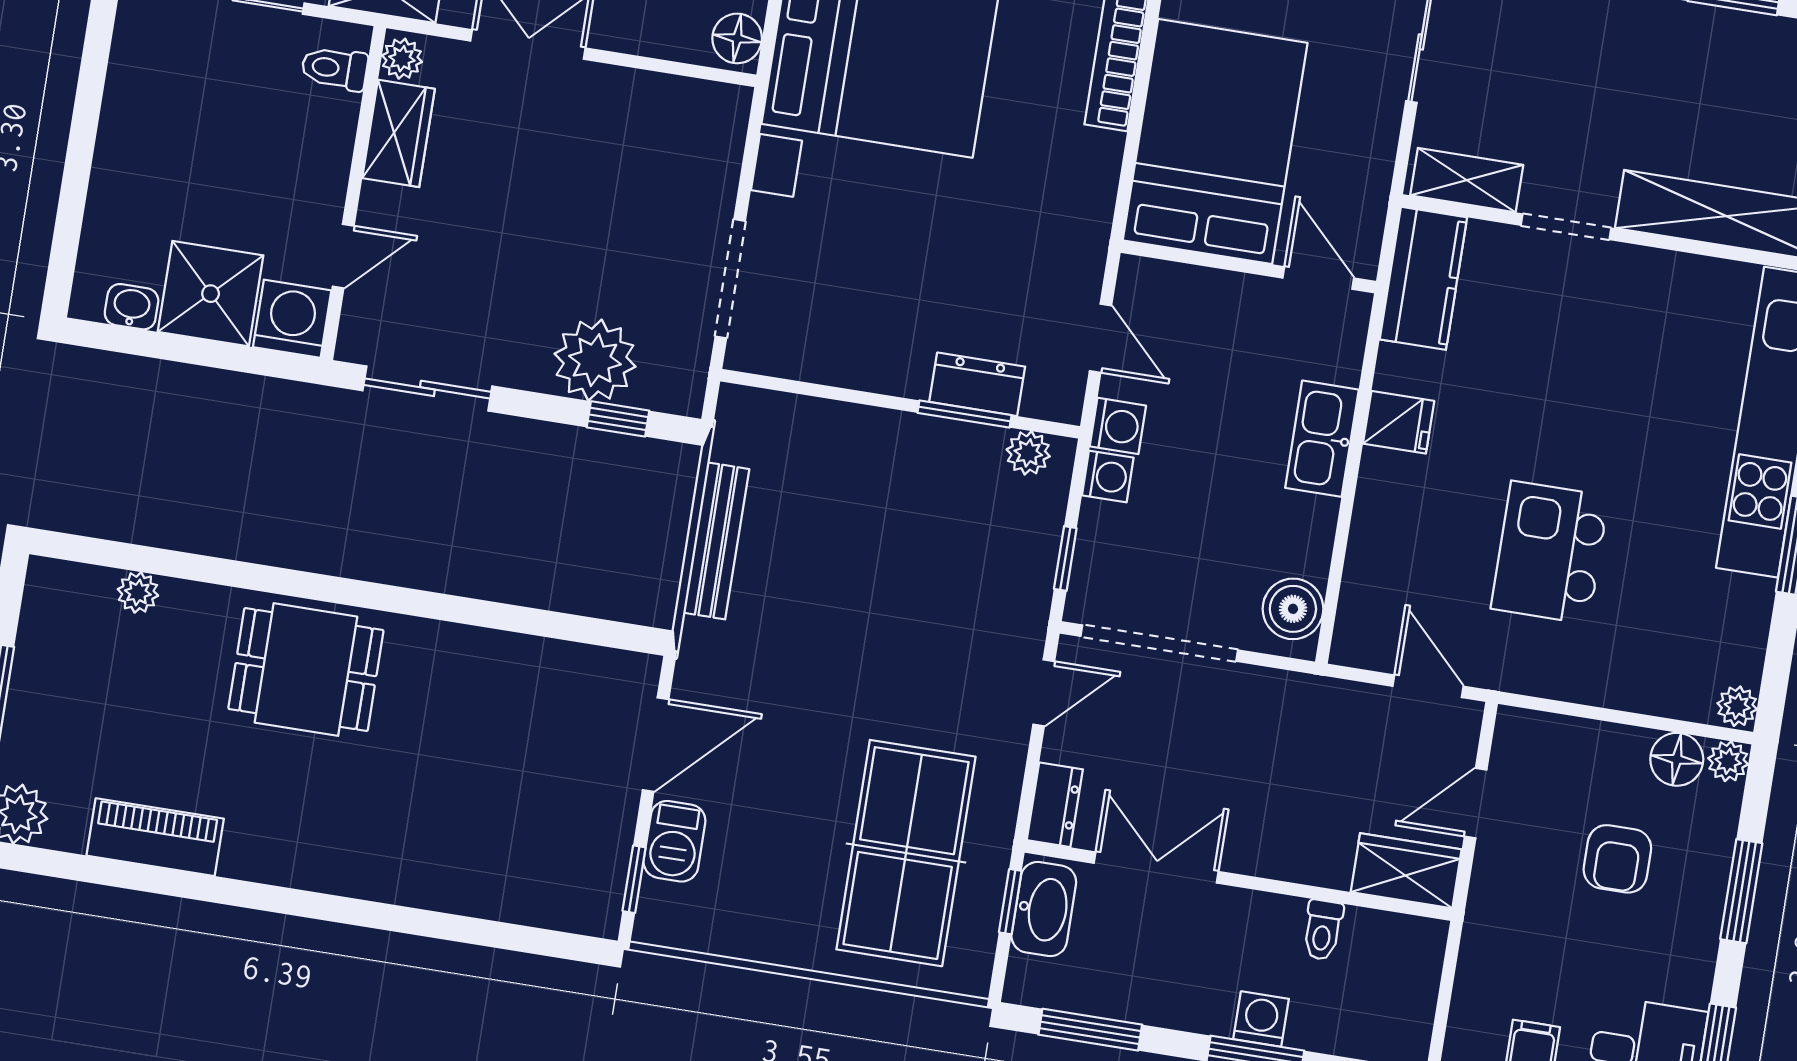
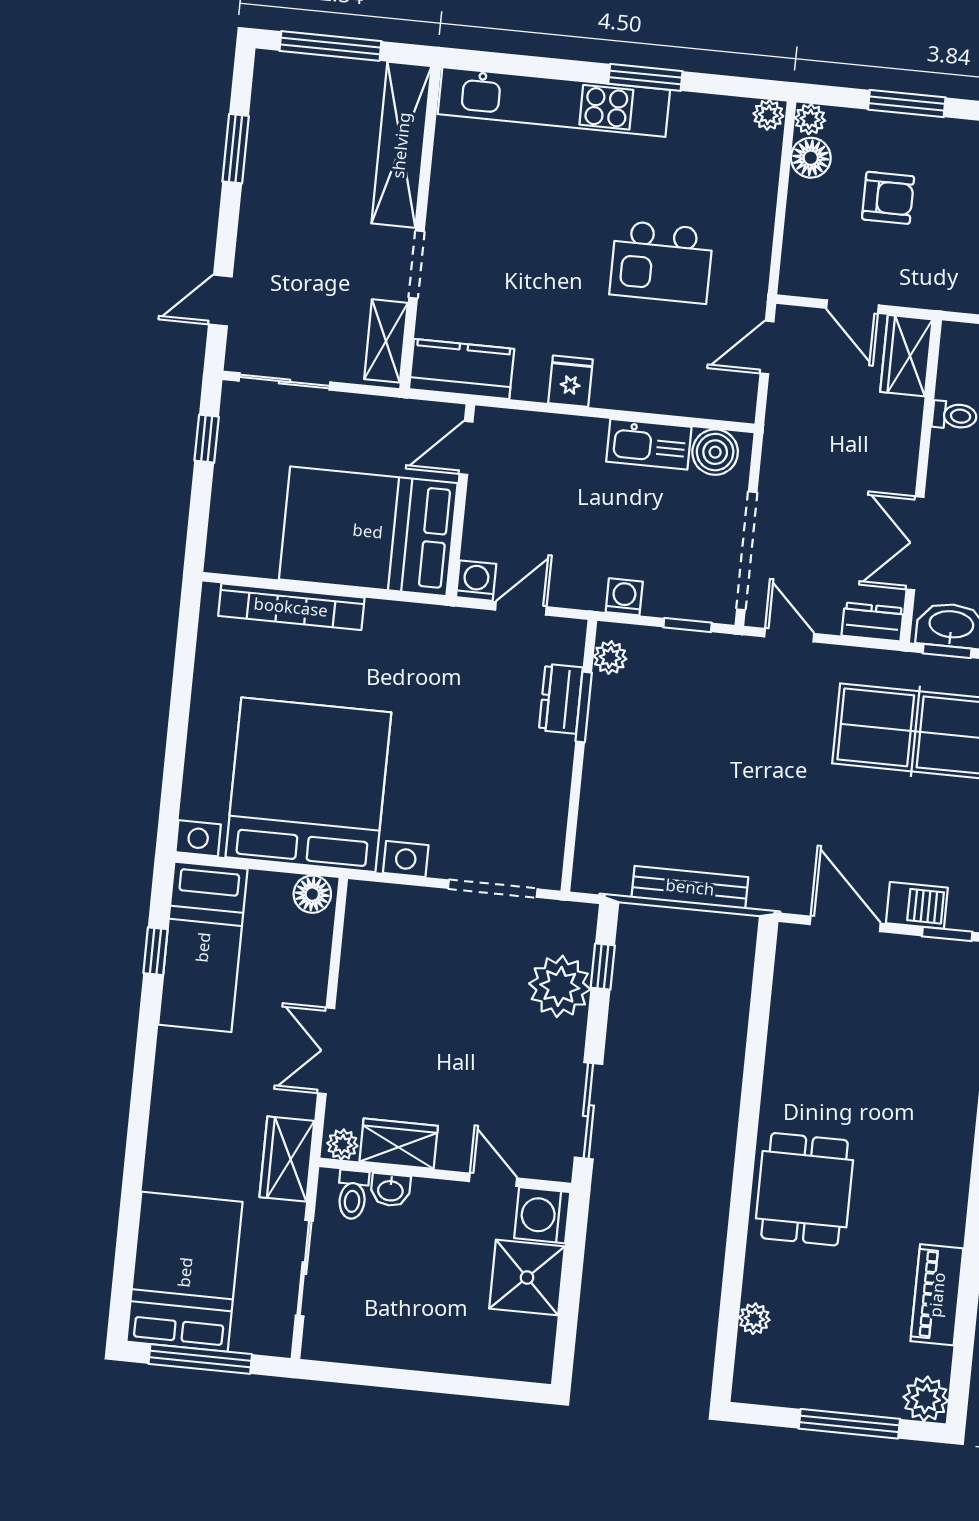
washbasin: (132, 307) -> (390, 1190), moved, turned -90
washing machine: (1118, 426) -> (476, 581), moved
kitchen sink: (1322, 439) -> (649, 444), moved

